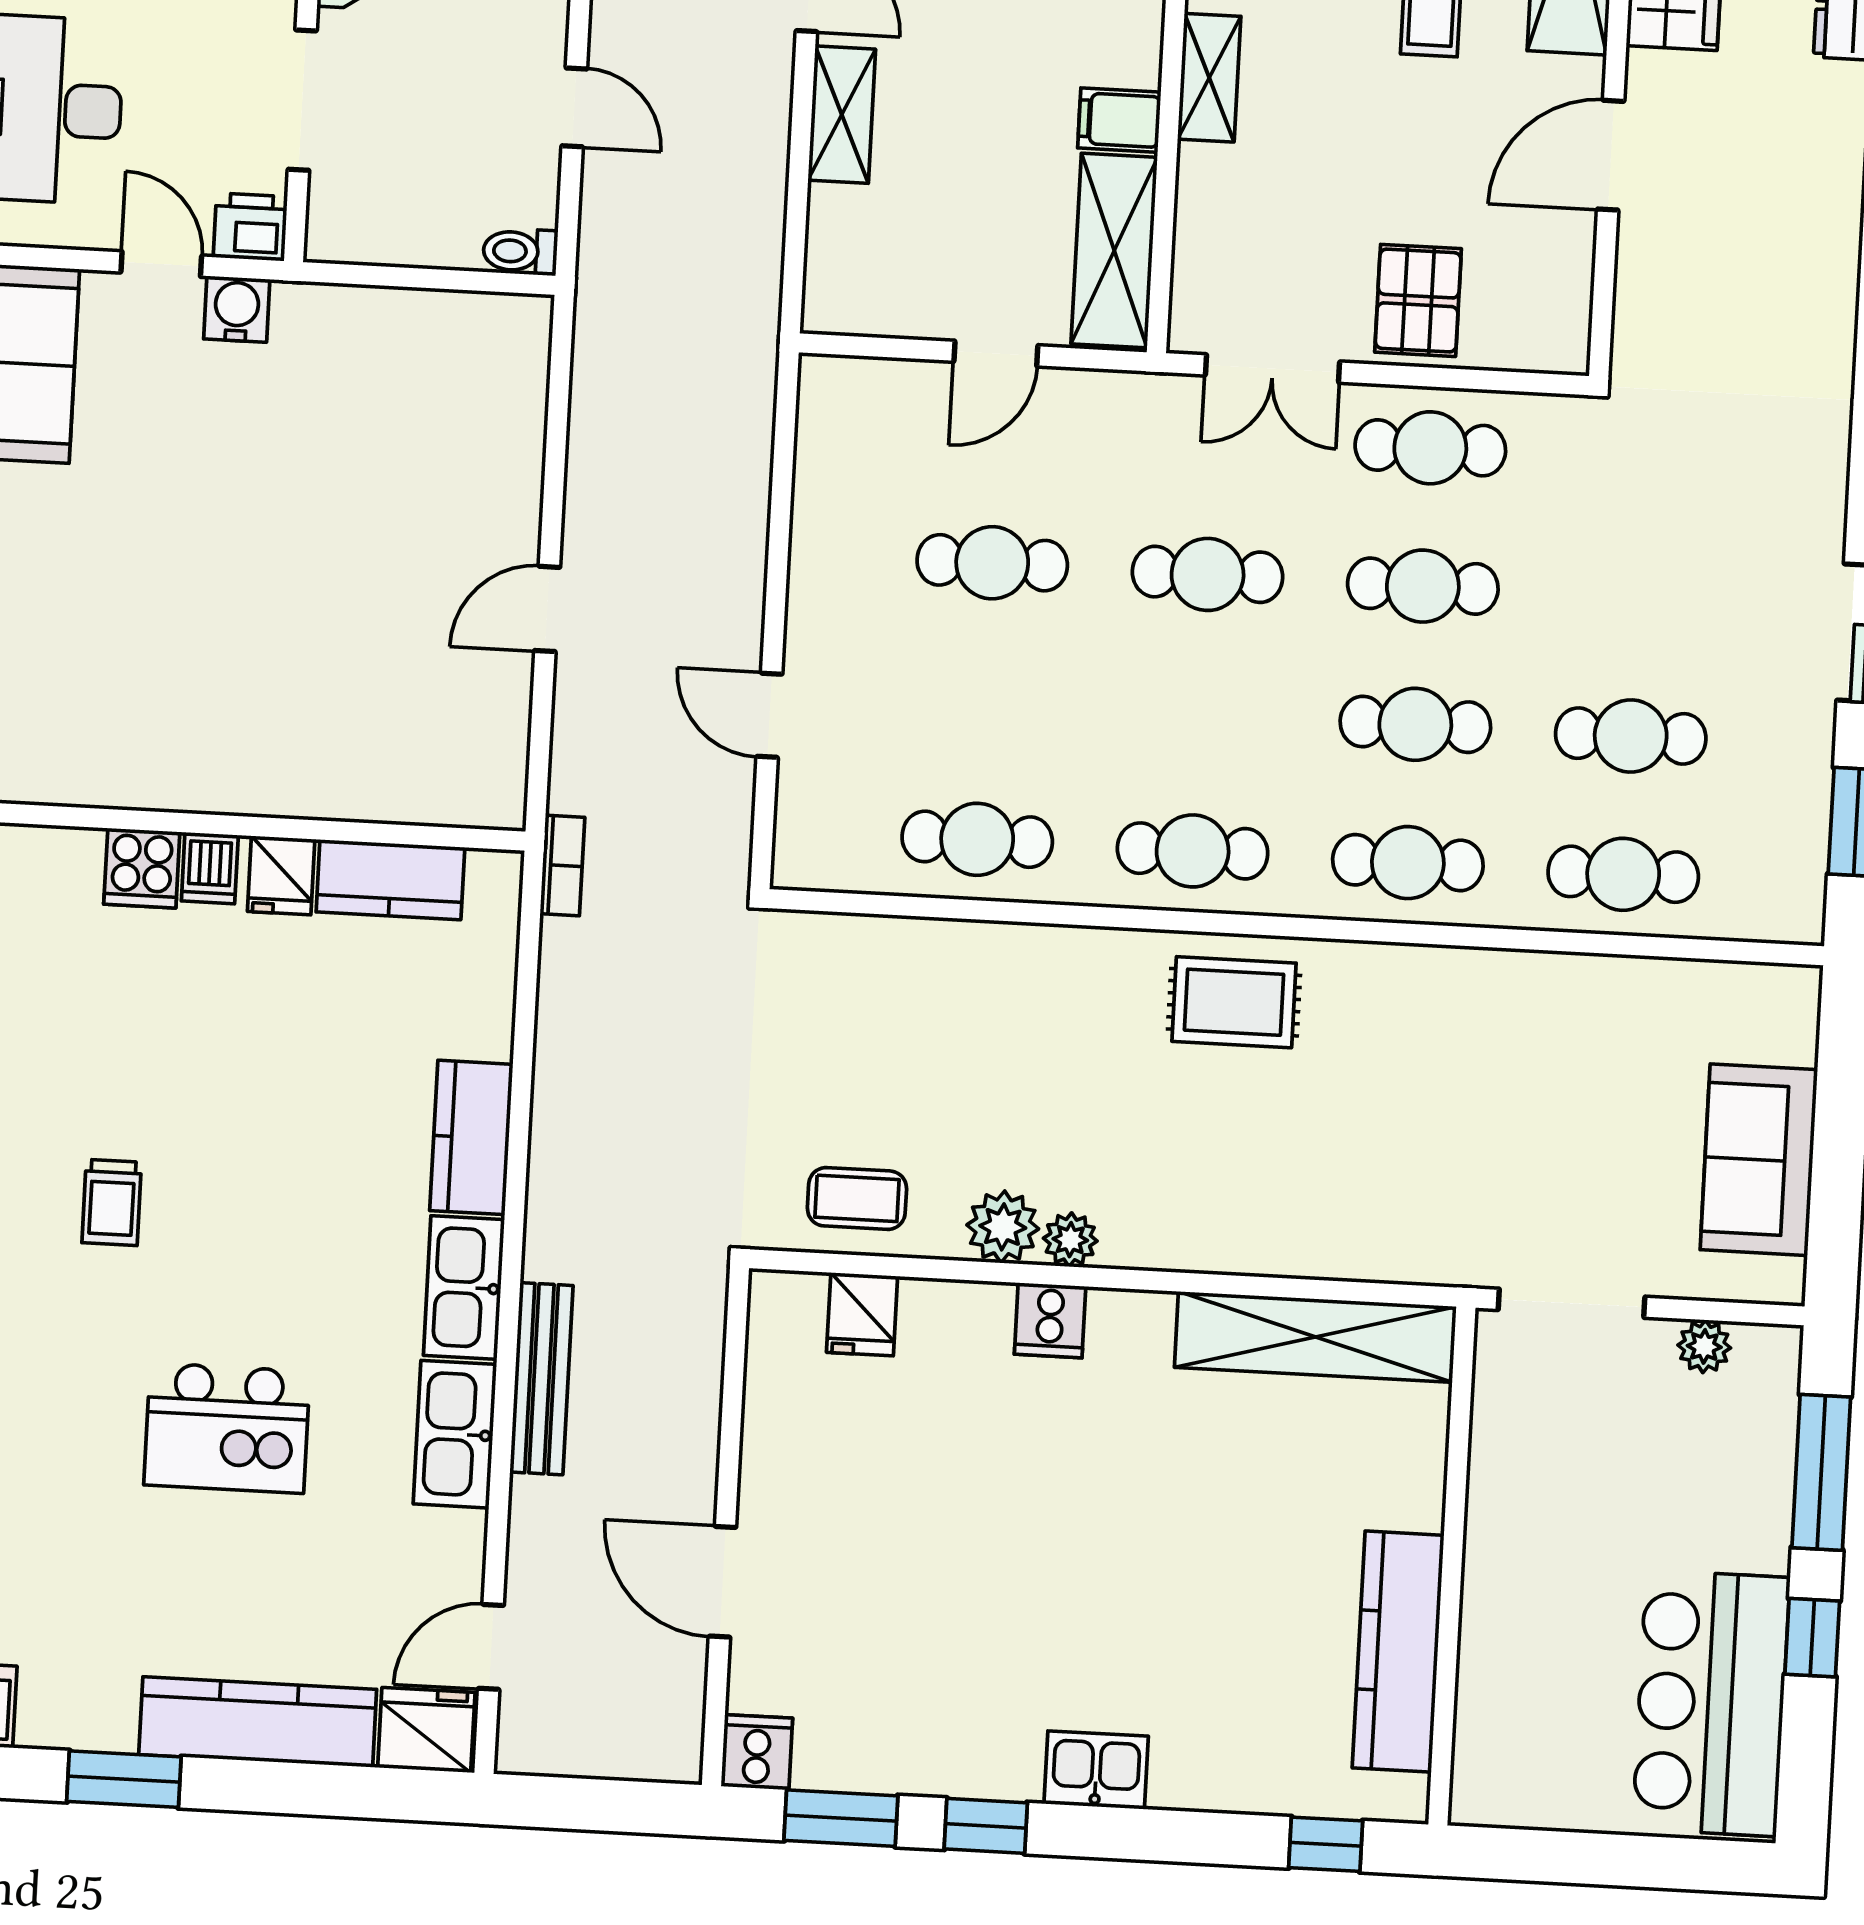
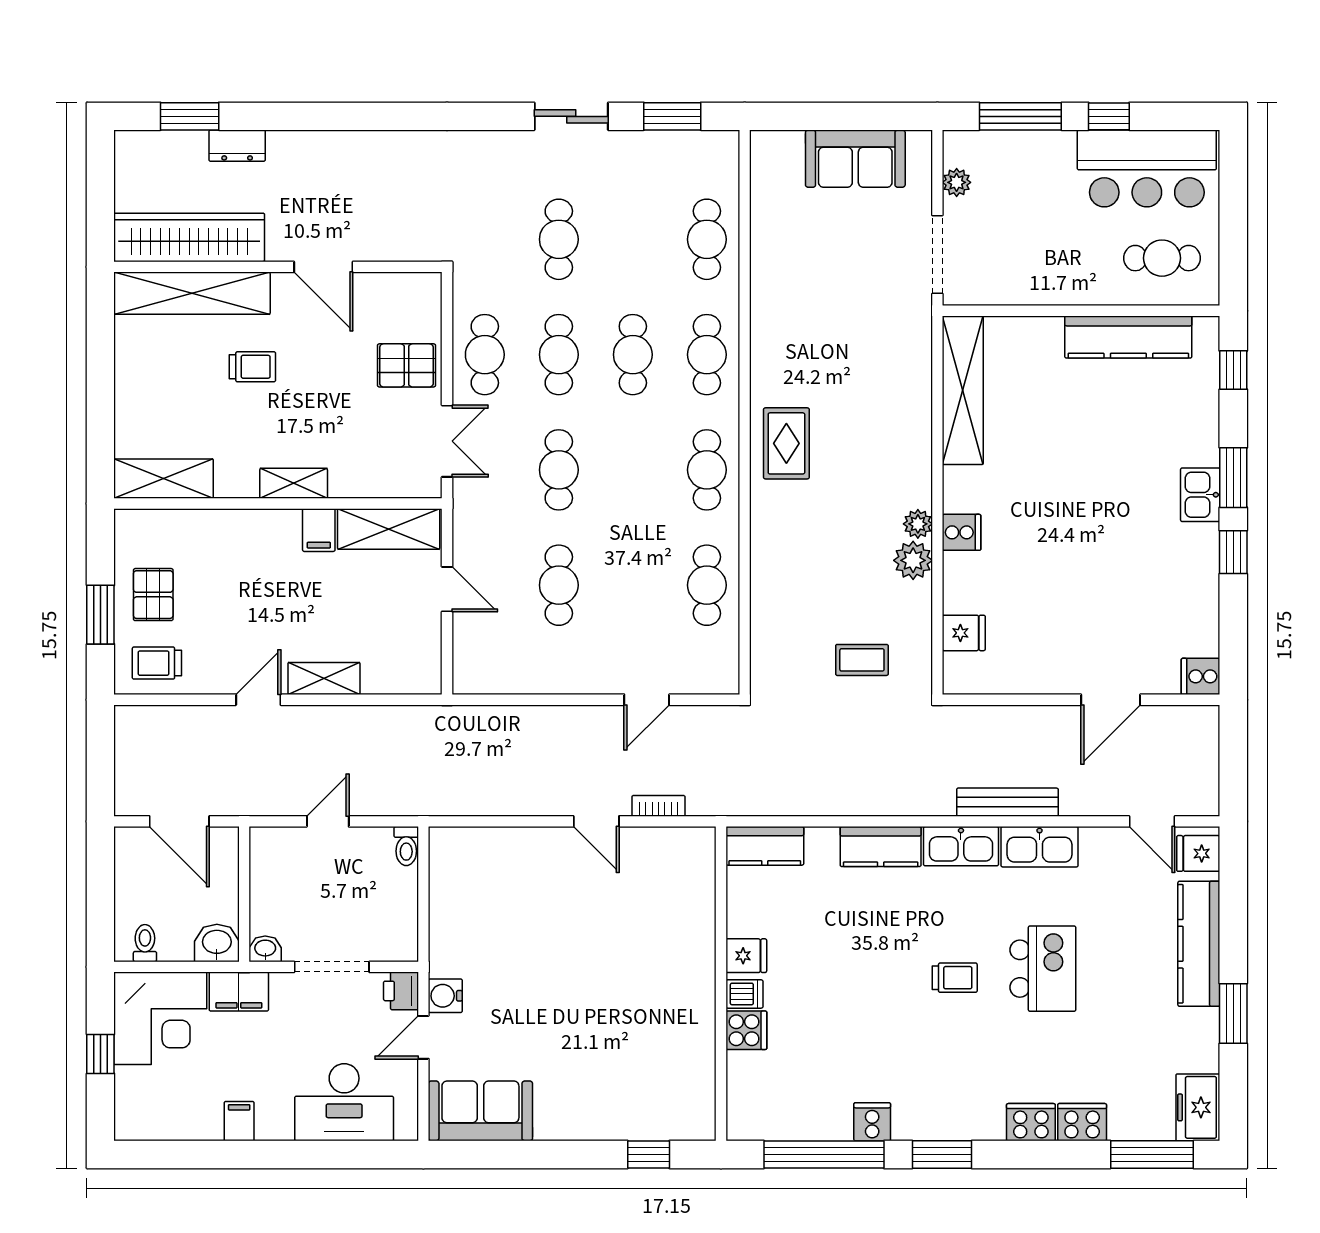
cafe table: (1631, 736) -> (559, 239), moved
bookcase: (562, 865) -> (659, 806), moved
kitchen counter: (390, 880) -> (765, 846), moved, turned 90
coffee table: (857, 1198) -> (862, 660), moved, turned 90
trolley: (112, 1202) -> (955, 978), moved
cafe table: (1542, 1722) -> (1162, 258), added
fridge: (426, 1730) -> (1198, 853), width x0.72
window: (841, 1818) -> (1233, 478), moved

